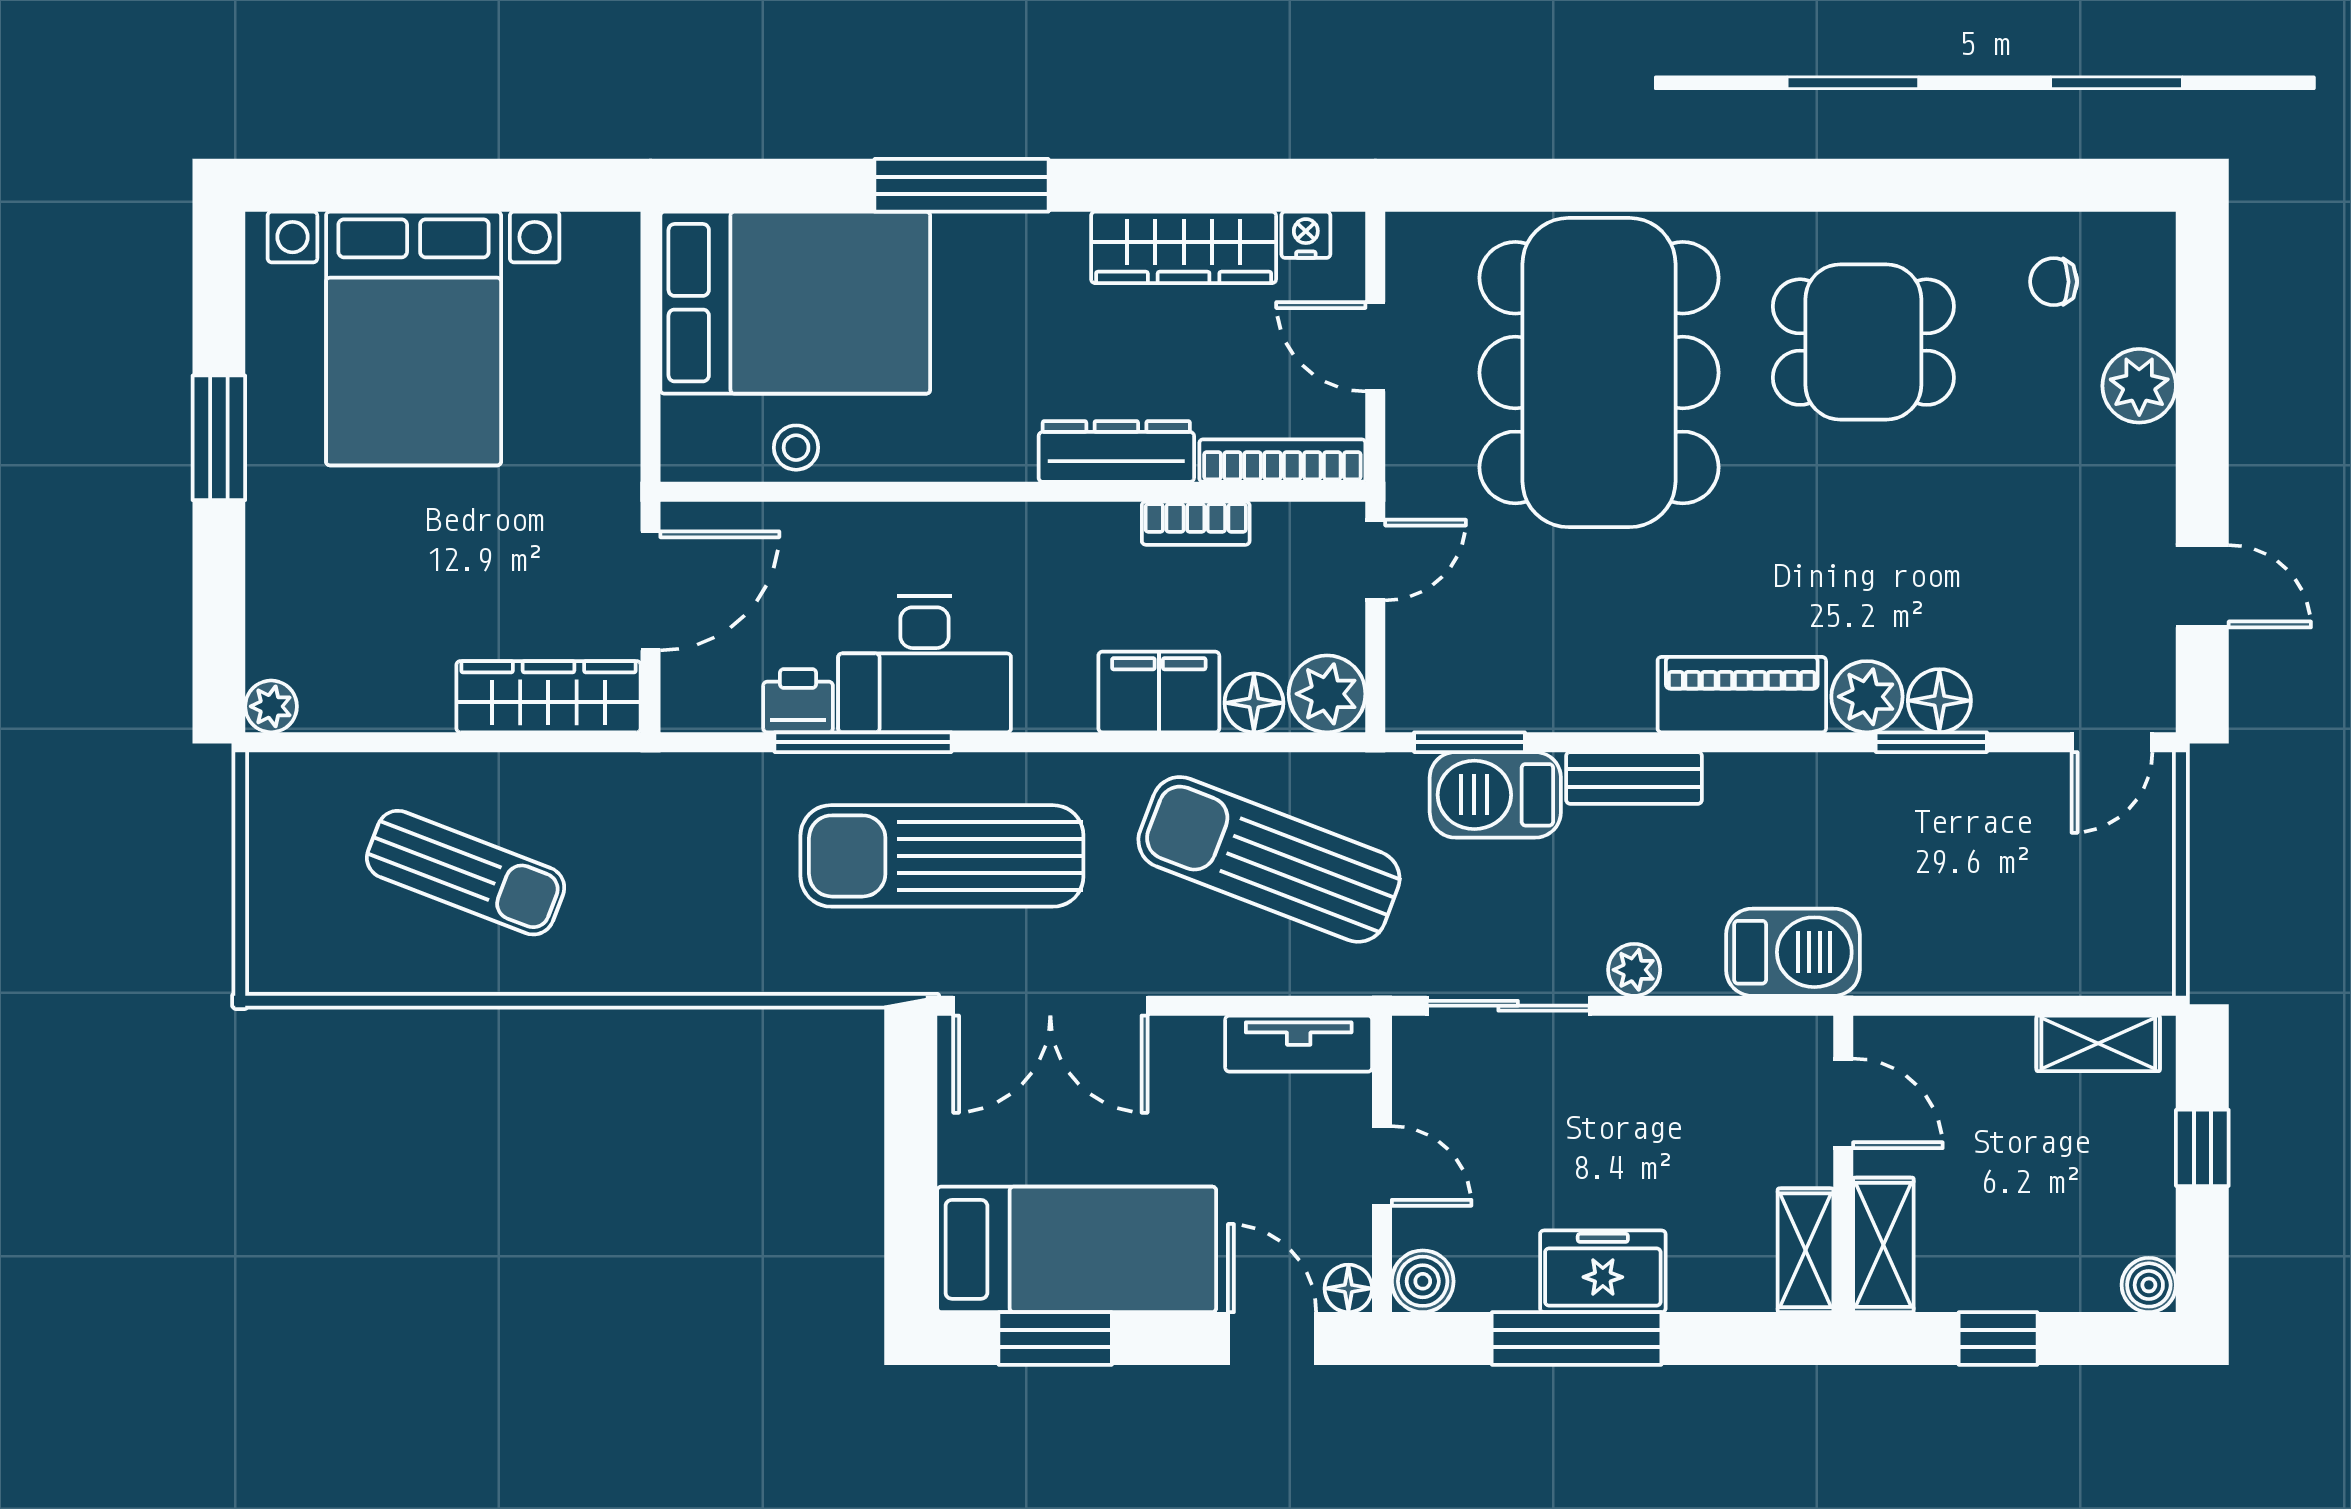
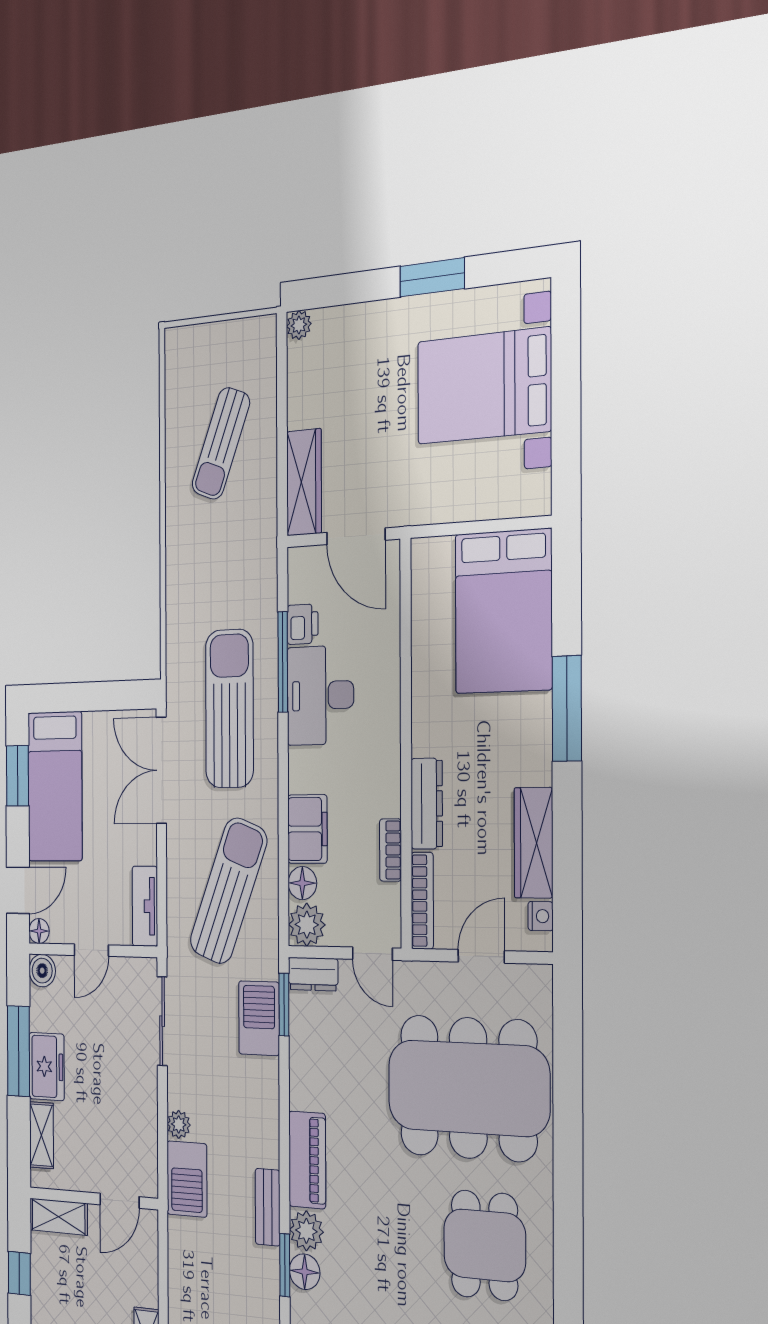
stool: (796, 448) -> (428, 616), removed
dresser: (1414, 681) -> (313, 974), added
bench: (1634, 778) -> (268, 1207), moved
plant: (1634, 970) -> (179, 1124), moved
shelving: (1805, 1250) -> (42, 1135), moved, turned 90

